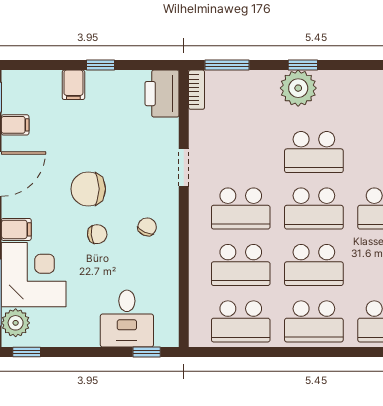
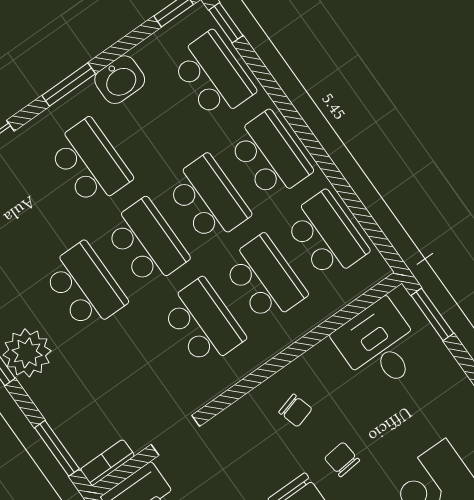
doorway: (184, 168) -> (175, 435), moved
chair: (147, 227) -> (295, 411), turned -131
desk: (127, 319) -> (379, 346), moved, turned -90
window: (147, 352) -> (432, 314), width x1.50

